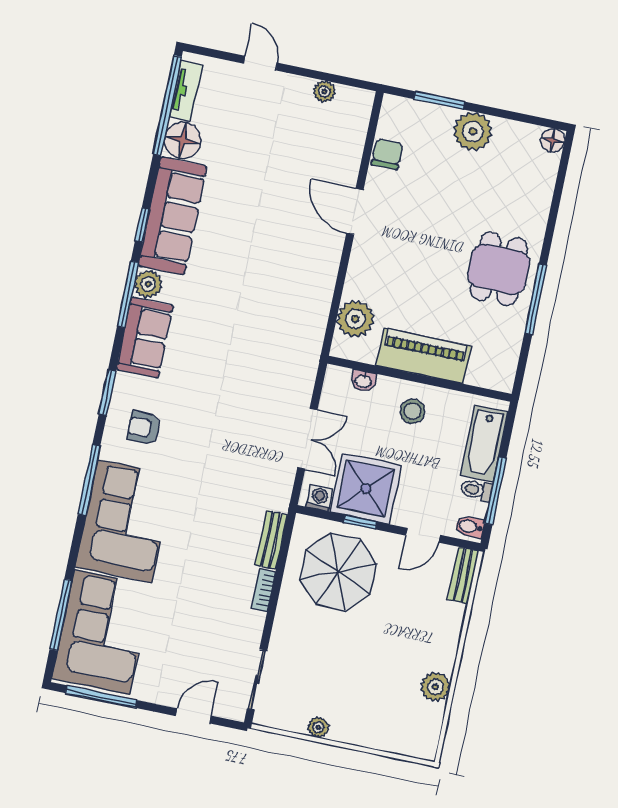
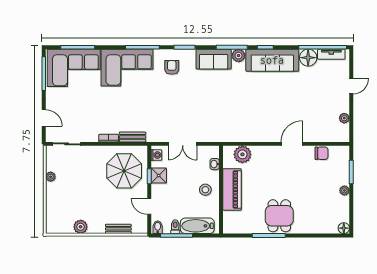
plant: (473, 131) -> (344, 190), width x0.53, depth x0.53
dining table: (499, 269) -> (279, 216), turned 90
shower: (366, 489) -> (159, 176), width x0.54, depth x0.54
bench: (463, 575) -> (118, 229), moved

